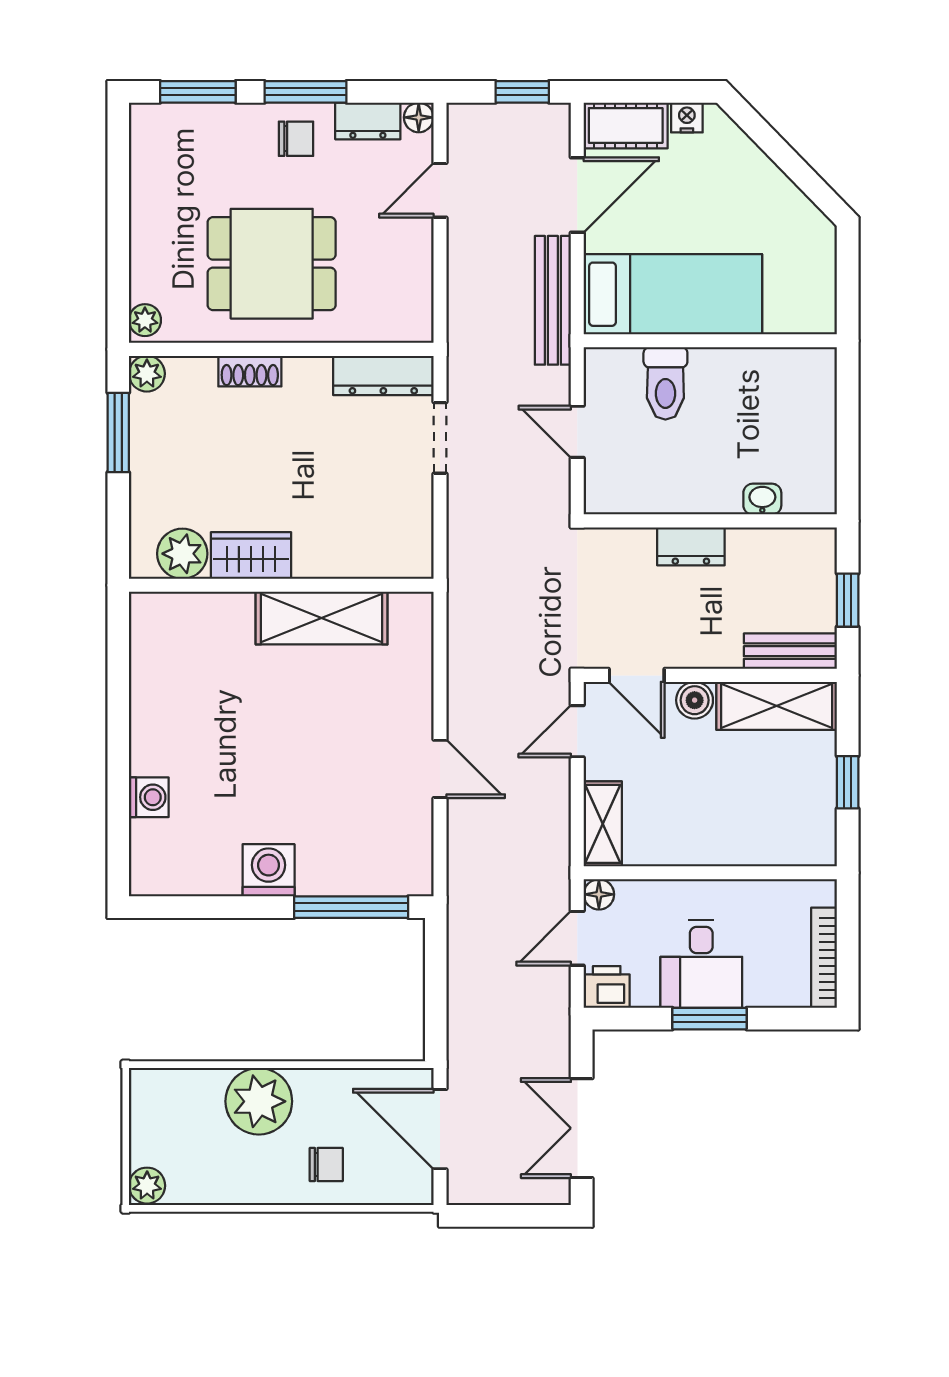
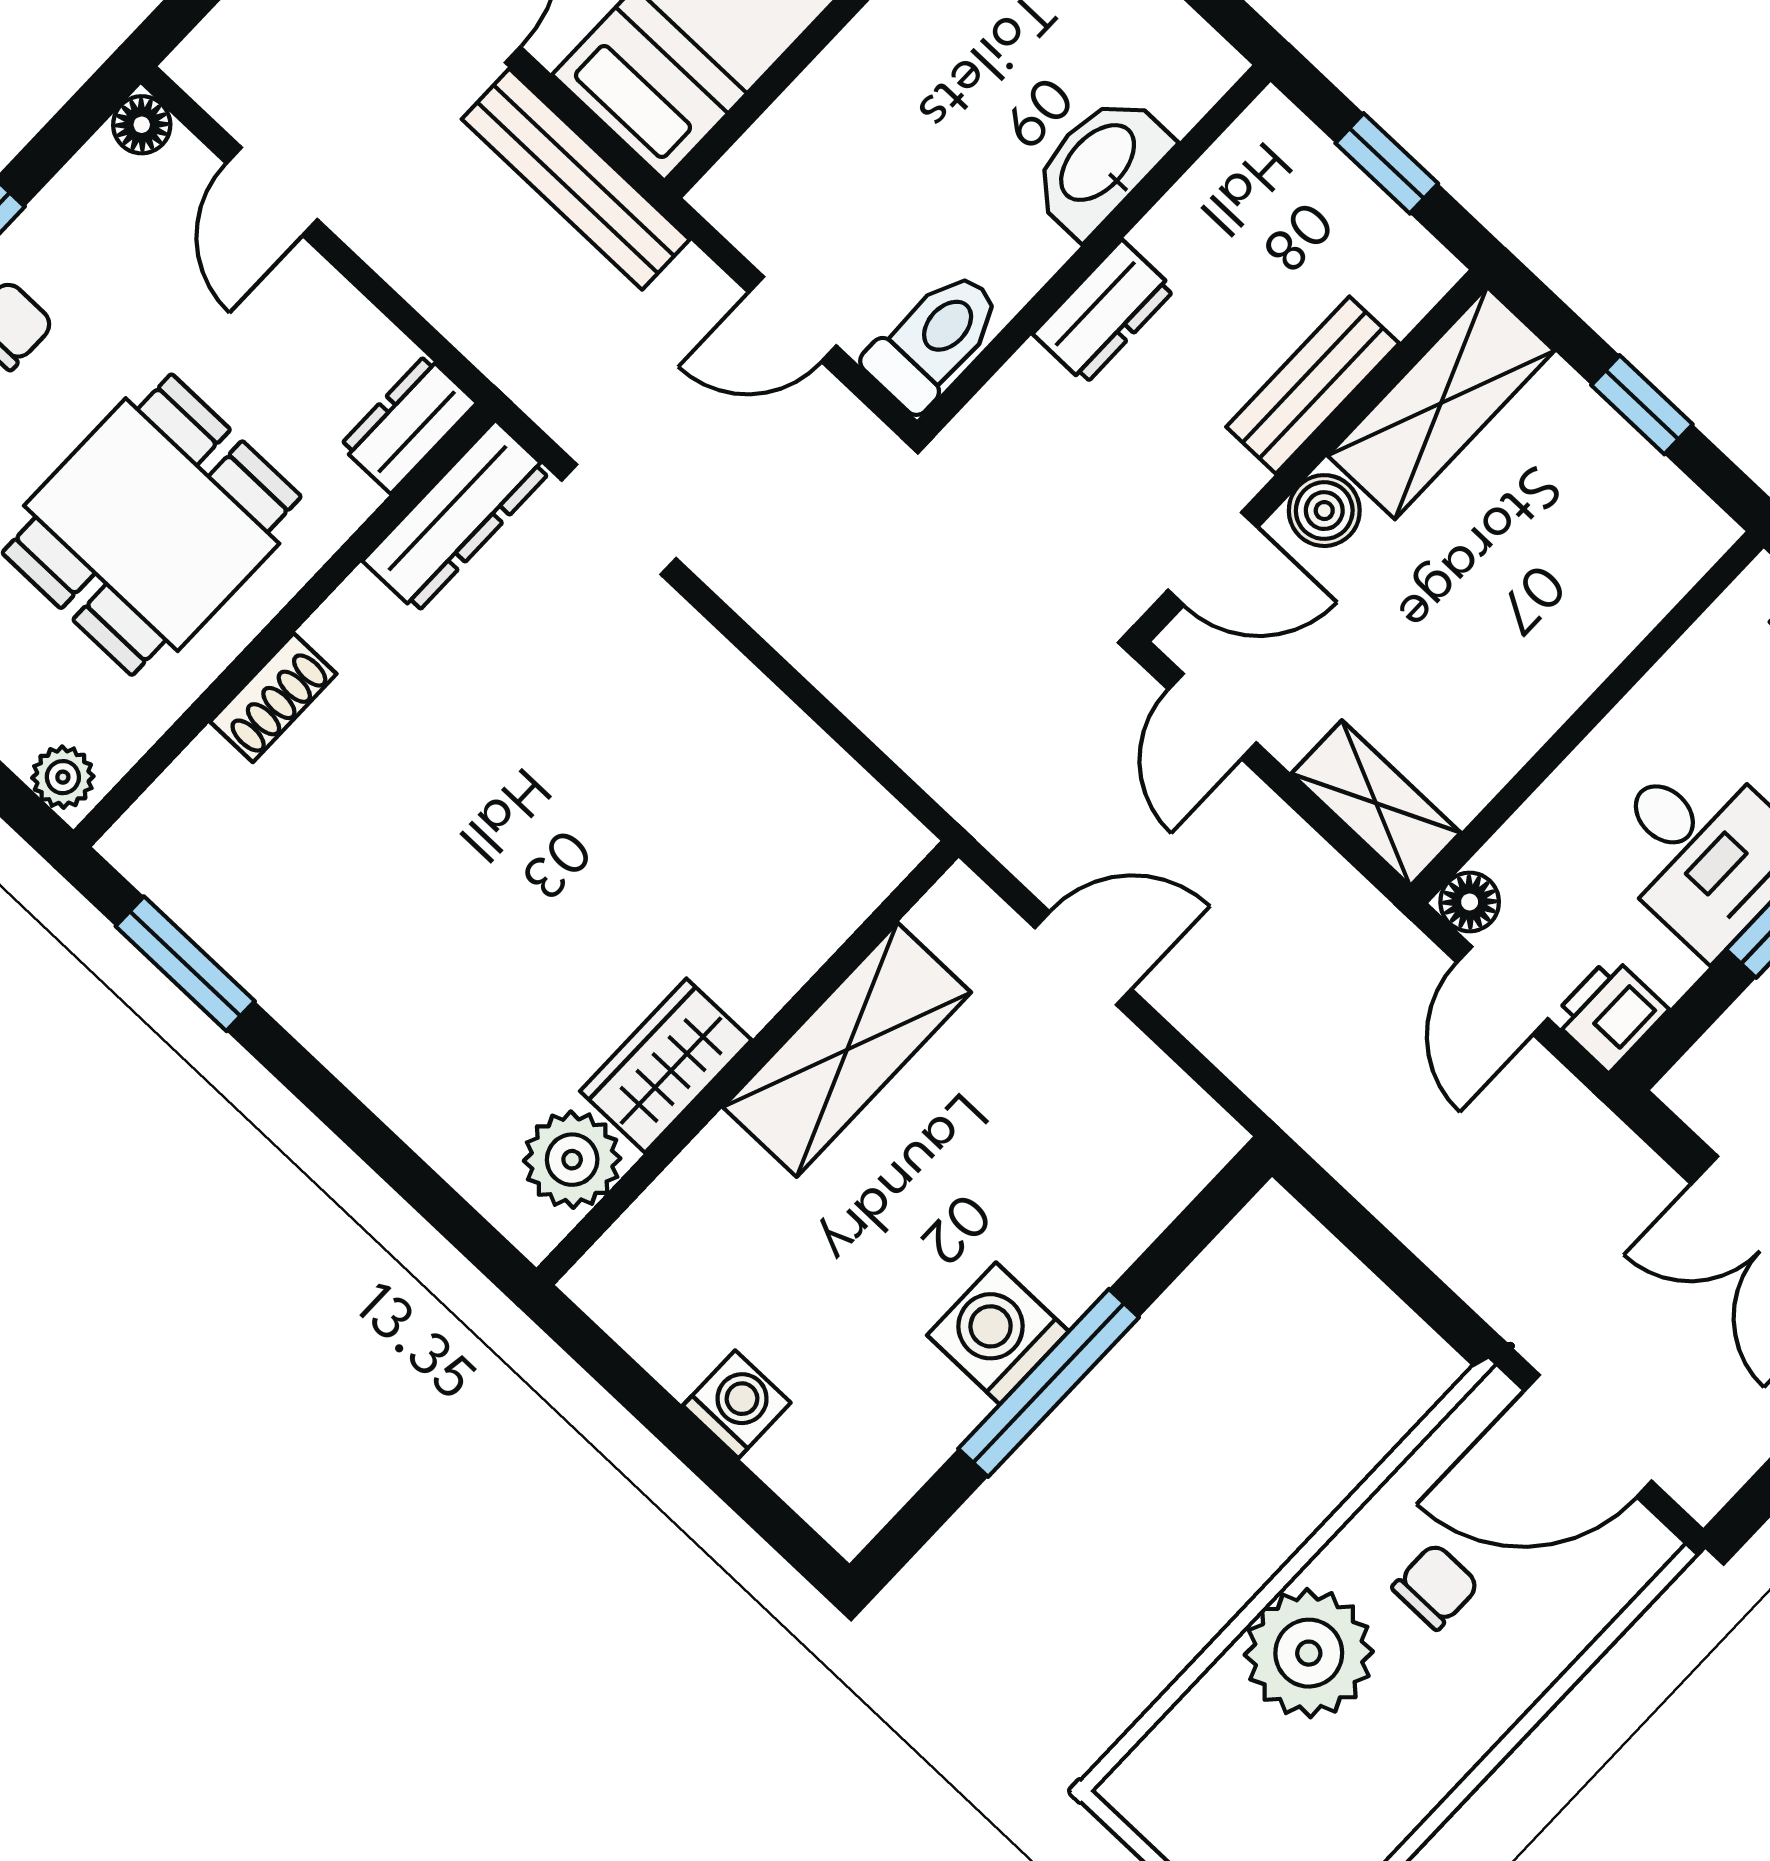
dresser: (368, 121) -> (408, 424), moved, turned 180
plant: (147, 374) -> (141, 845), removed
toilet: (665, 383) -> (934, 340), moved, turned -90
washbasin: (762, 499) -> (1099, 164), width x1.91, depth x1.45
plant: (182, 554) -> (572, 1160), moved
wardrobe: (251, 556) -> (666, 1066), moved
wall: (281, 585) -> (748, 1063), moved
shelving: (322, 618) -> (847, 1050), moved
bench: (790, 651) -> (1313, 385), moved
window: (351, 907) -> (1049, 1383), moved
chair: (326, 1164) -> (1436, 1586), moved

